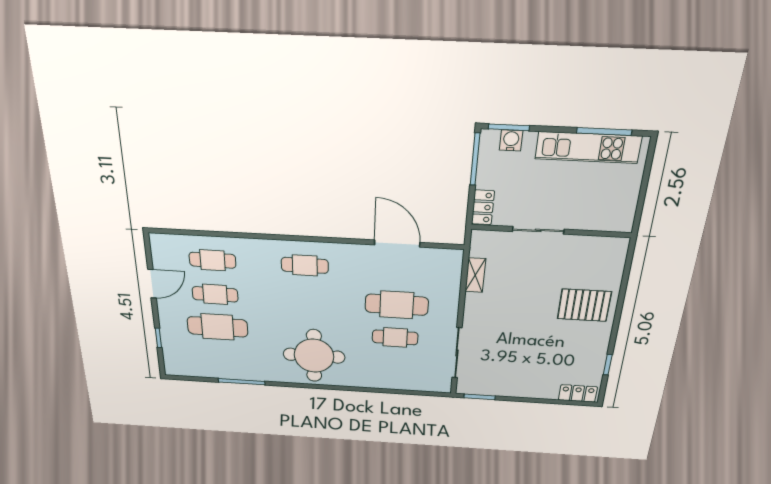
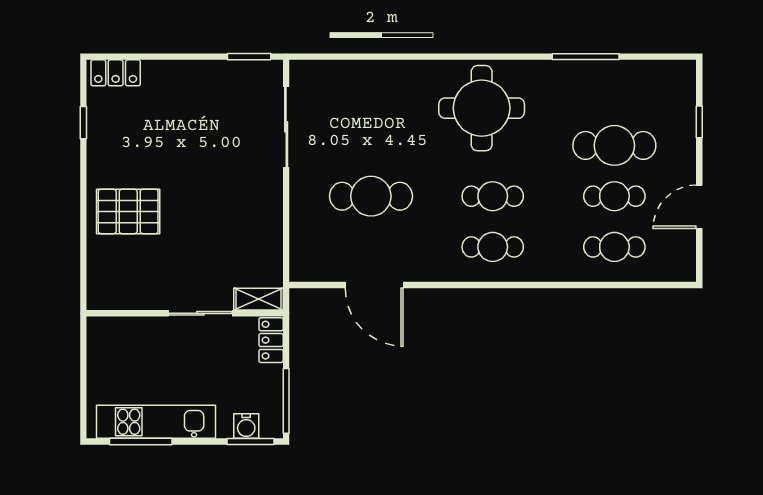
shelving: (475, 275) -> (259, 299), moved, turned 90
cafe table: (395, 337) -> (493, 196), moved

